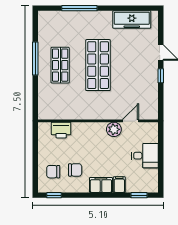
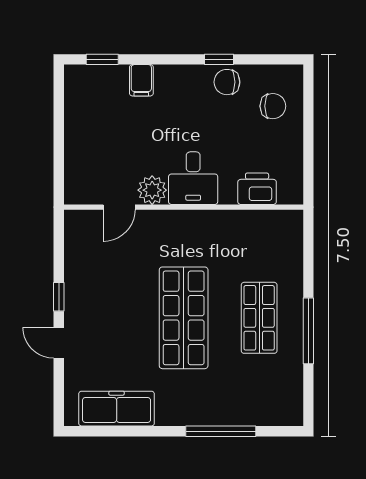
desk: (145, 156) -> (193, 178), moved, turned -90
chair: (75, 170) -> (227, 82), moved
filing cabinet: (101, 185) -> (178, 80), removed
window: (54, 195) -> (219, 59), moved

